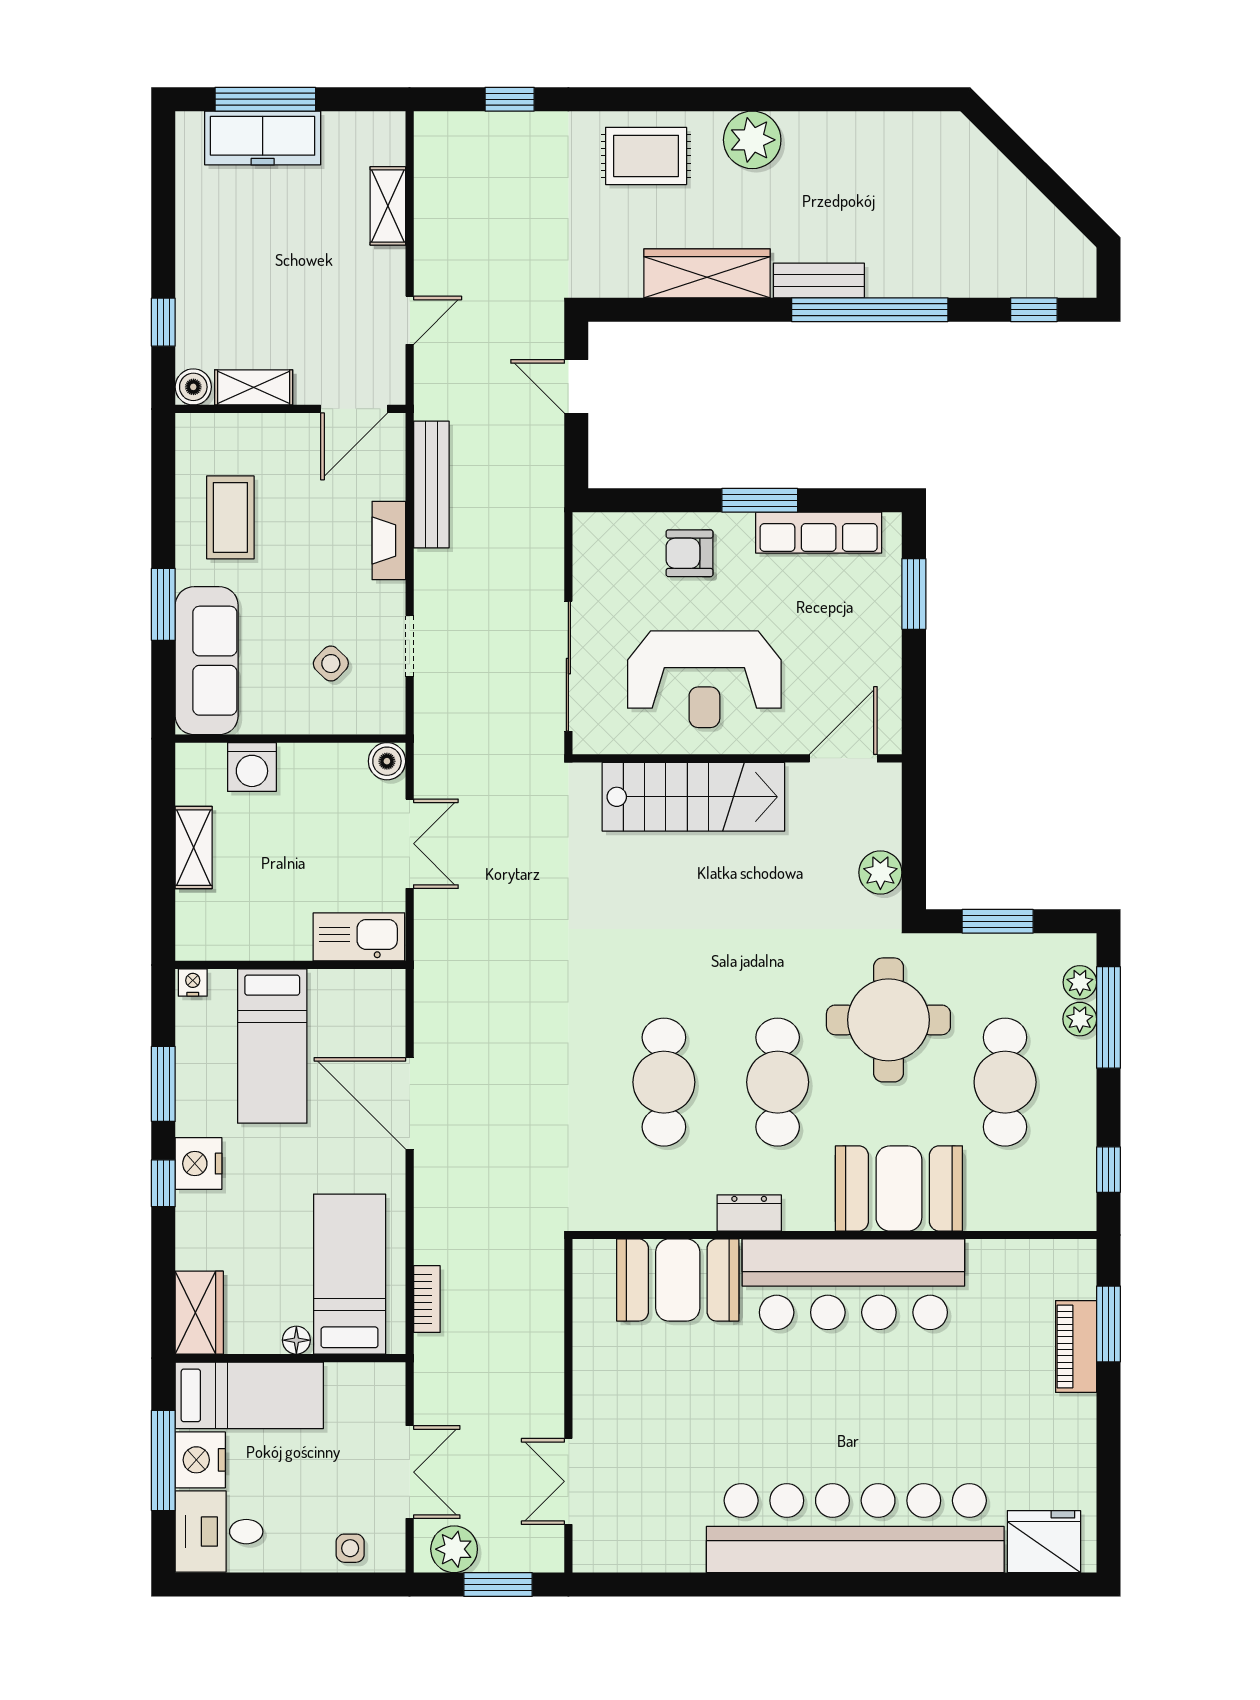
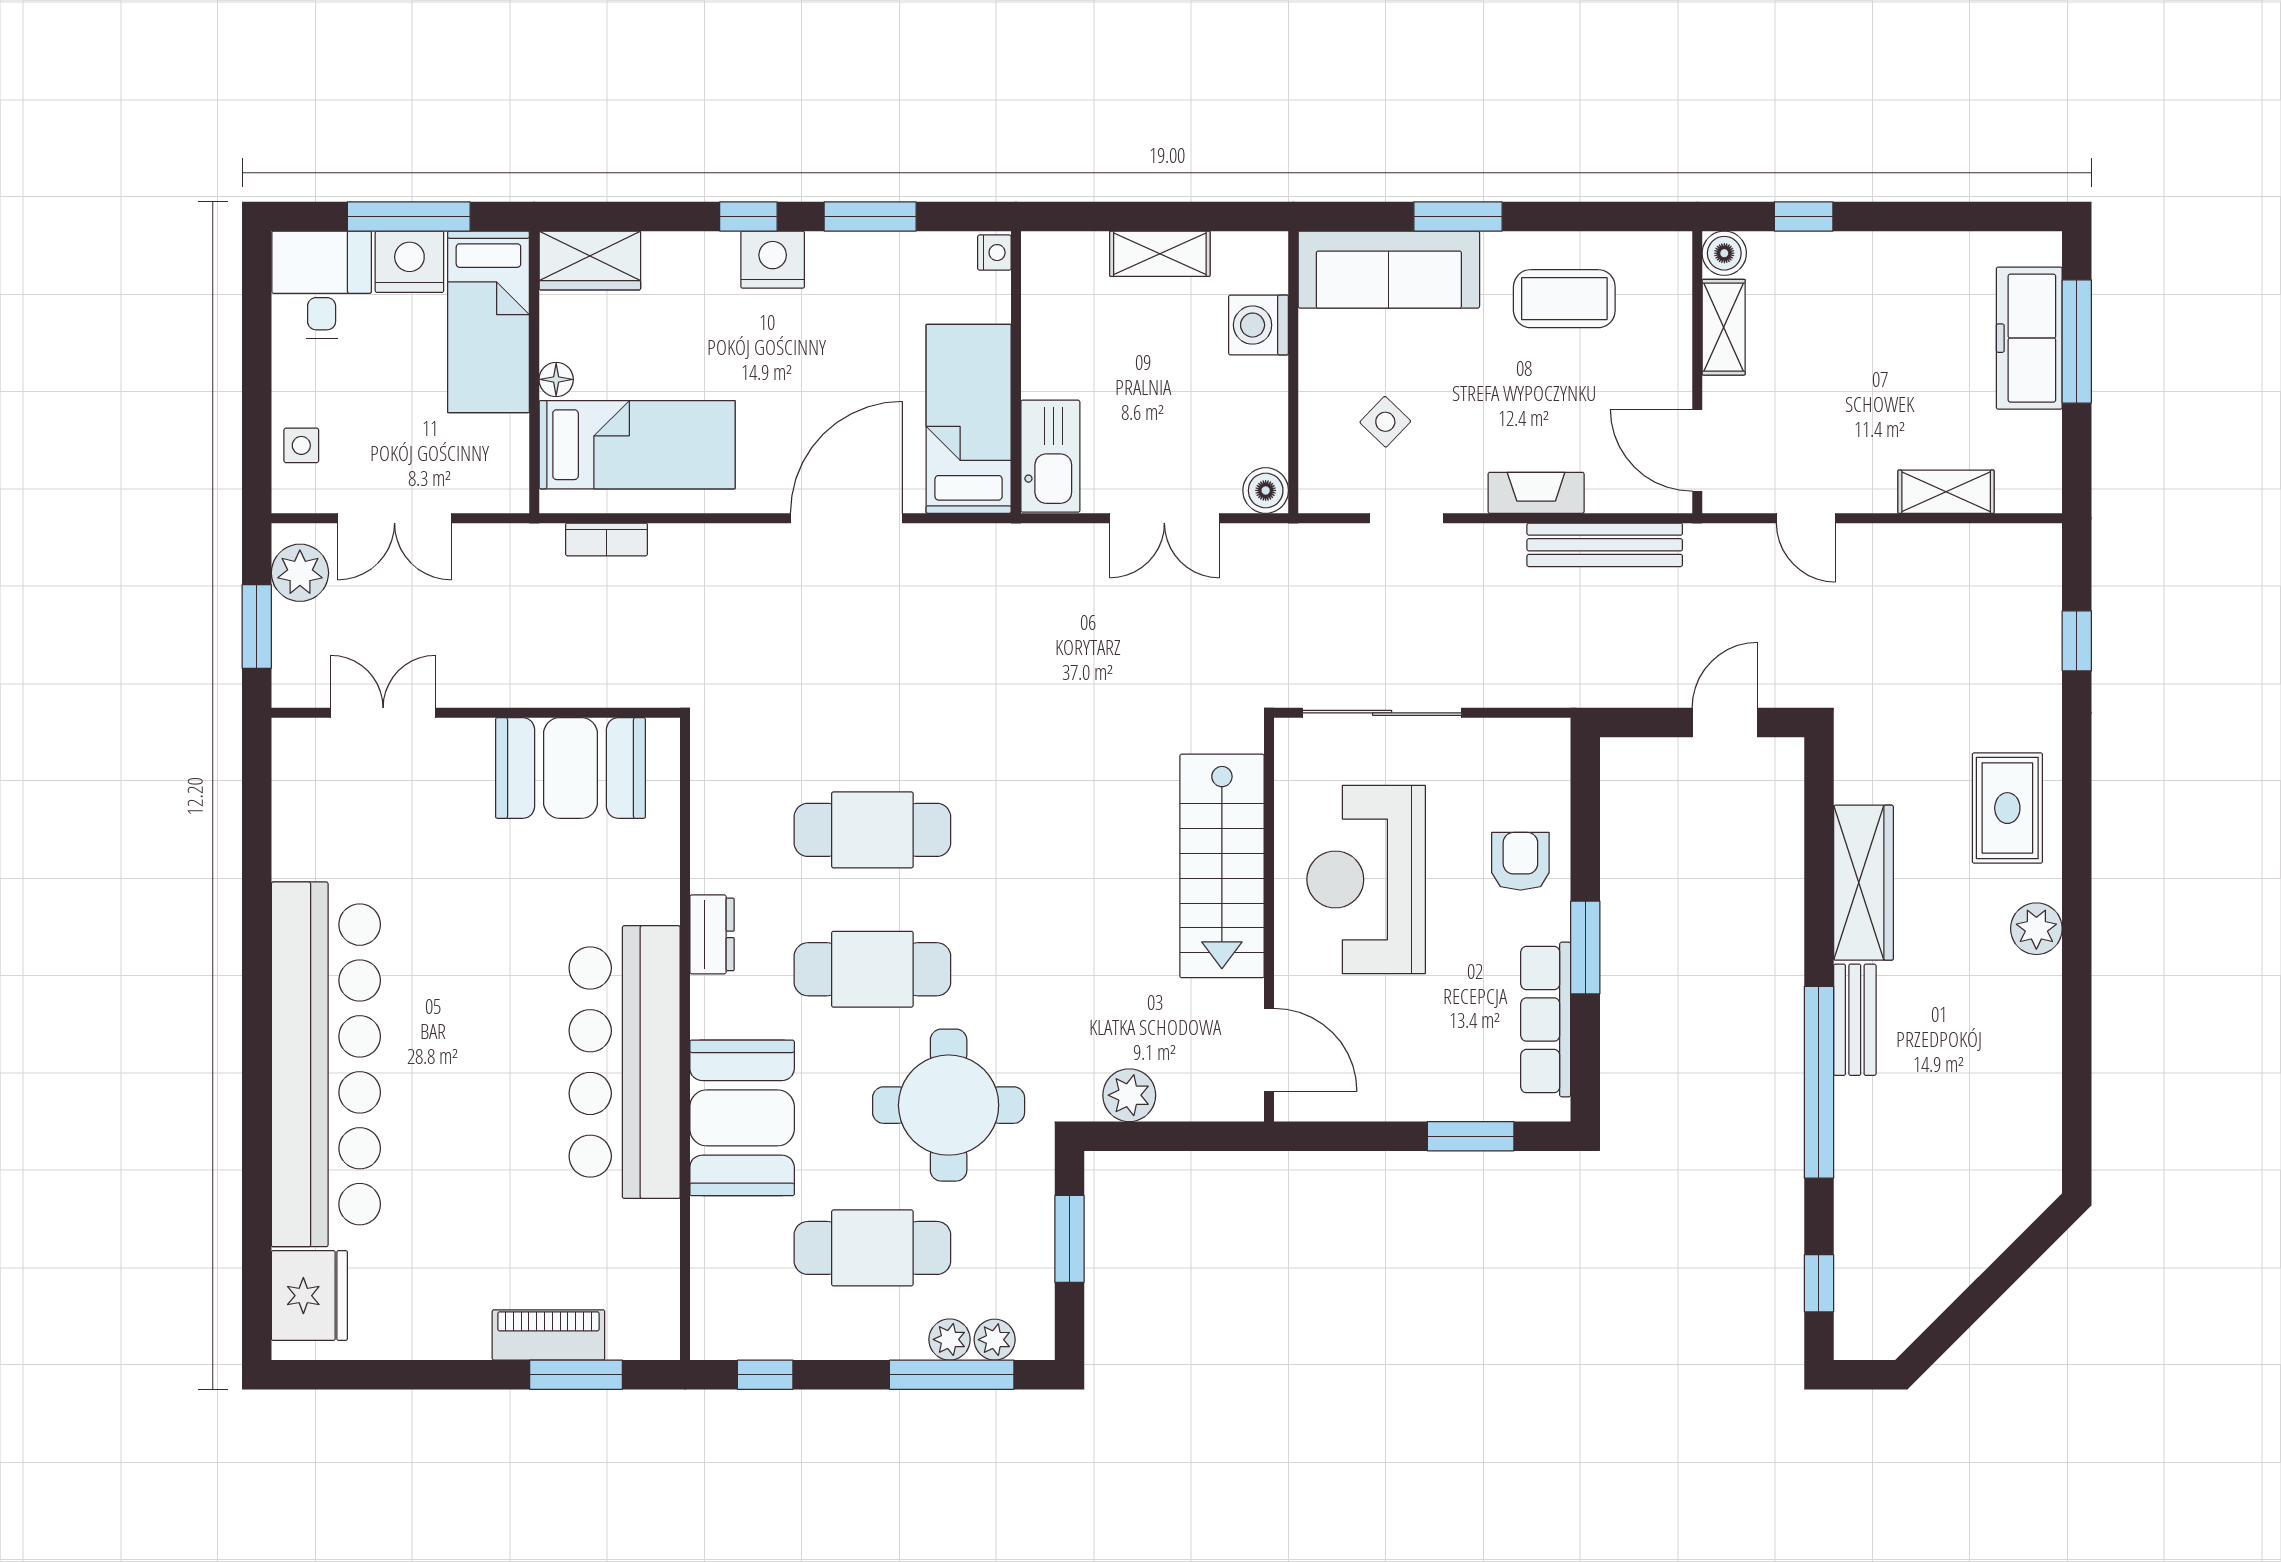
plant: (752, 140) -> (2036, 929), width x0.73, depth x0.73
bed: (272, 1046) -> (969, 419), moved, turned 90
booth: (678, 1280) -> (571, 768), moved, turned 90

